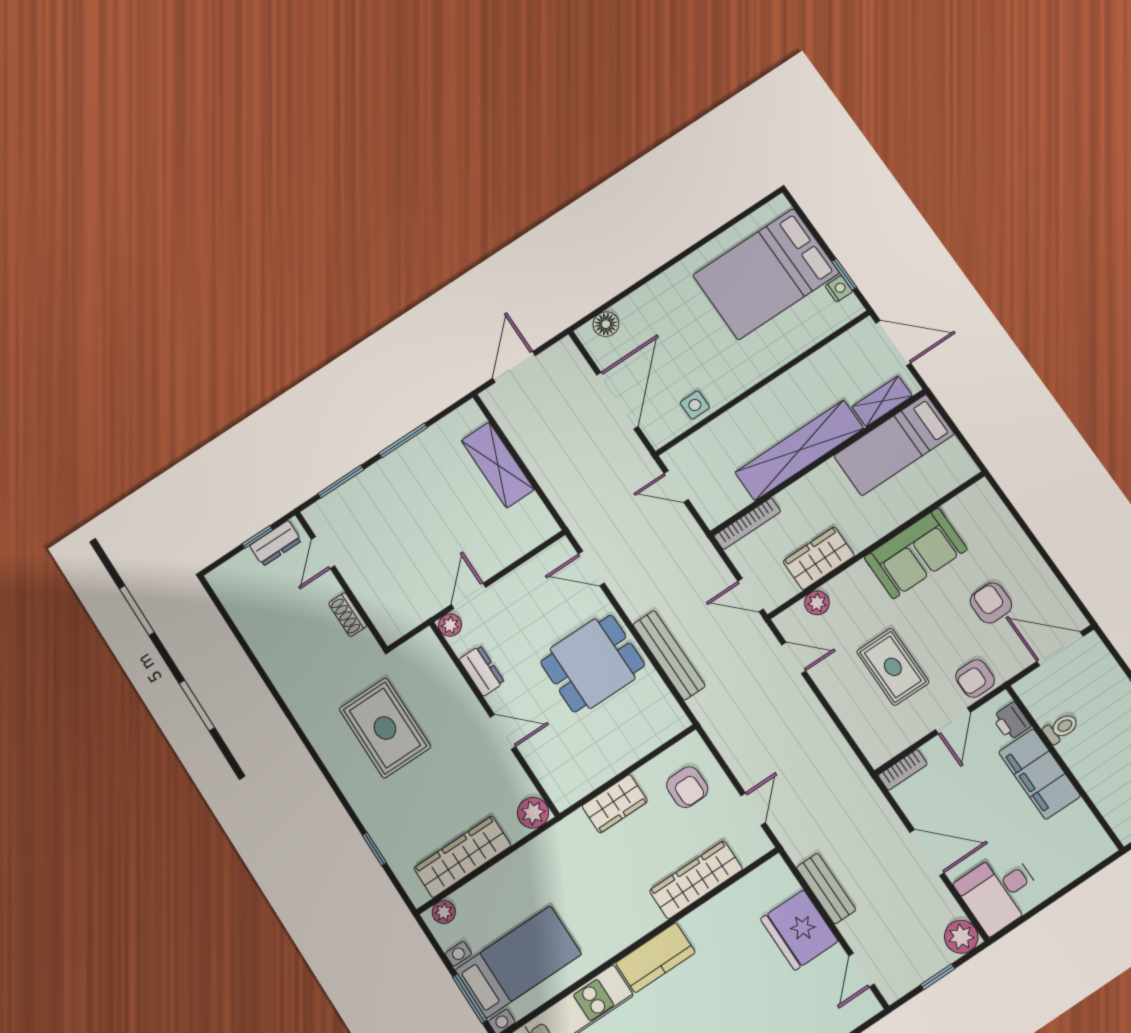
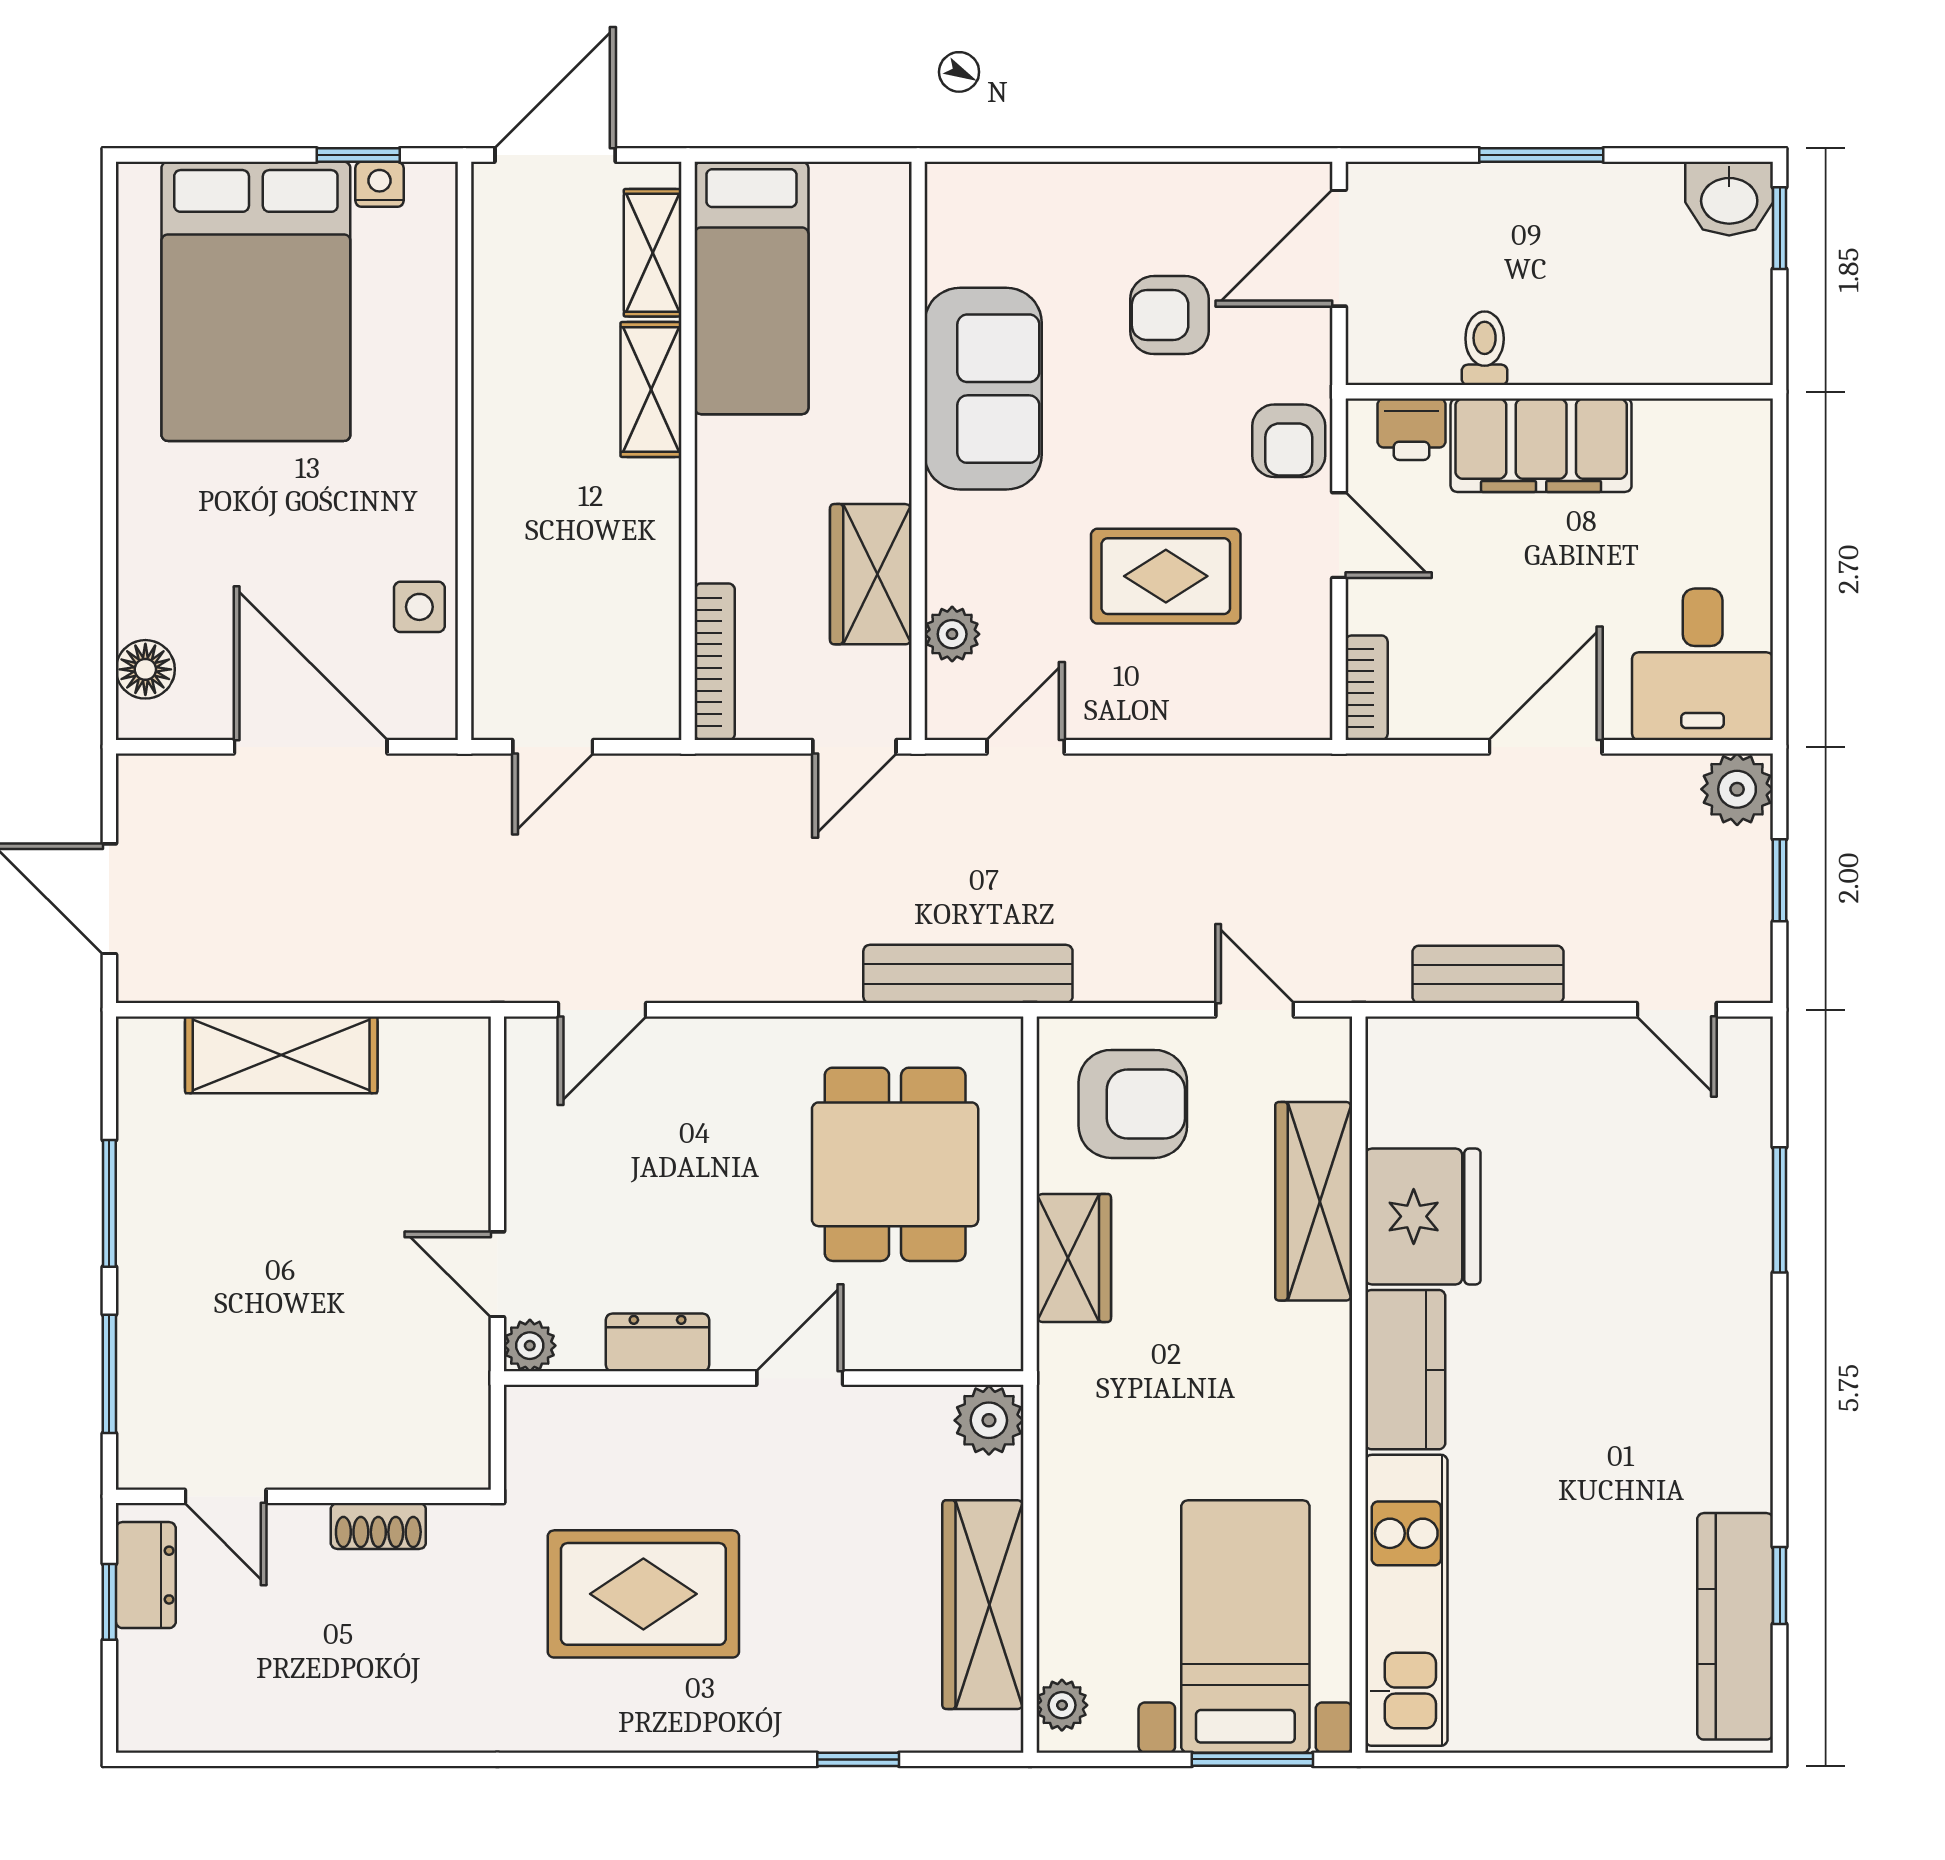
shelving: (799, 450) -> (651, 389), width x0.45, depth x0.75
bench: (669, 655) -> (968, 974), moved
dining table: (593, 664) -> (895, 1164), moved
armchair: (687, 787) -> (1133, 1104), width x1.38, depth x1.38
fridge: (799, 930) -> (1423, 1216), moved, turned -90

